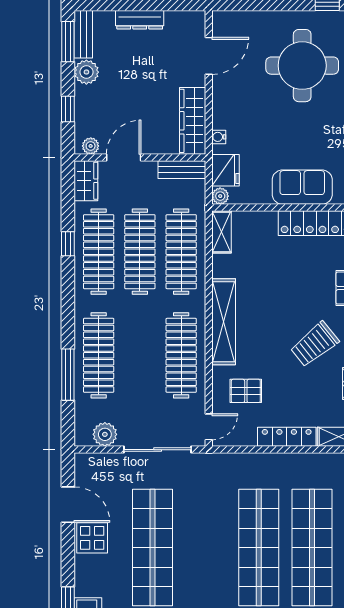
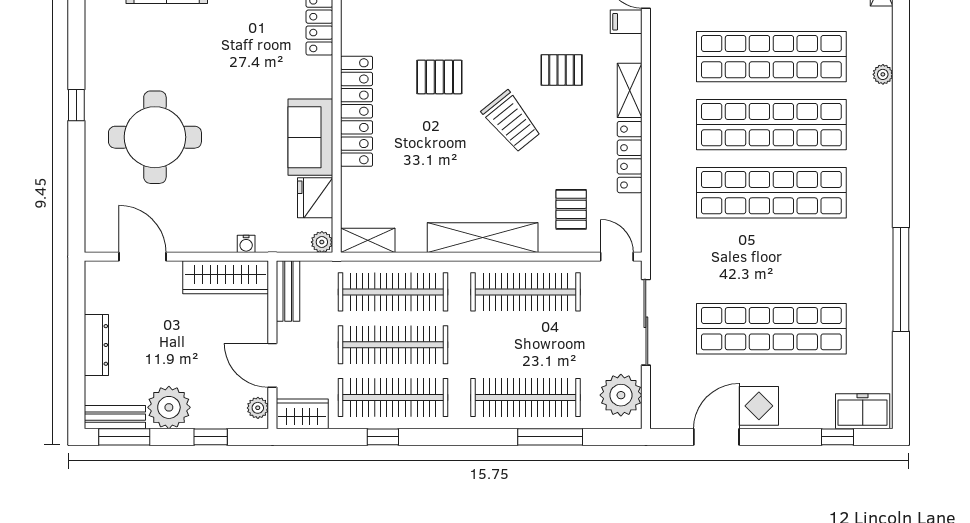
plant: (86, 72) -> (169, 407), width x1.36, depth x1.36
fridge: (225, 170) -> (315, 198), moved, turned -90
plant: (105, 434) -> (621, 395), width x1.36, depth x1.36

